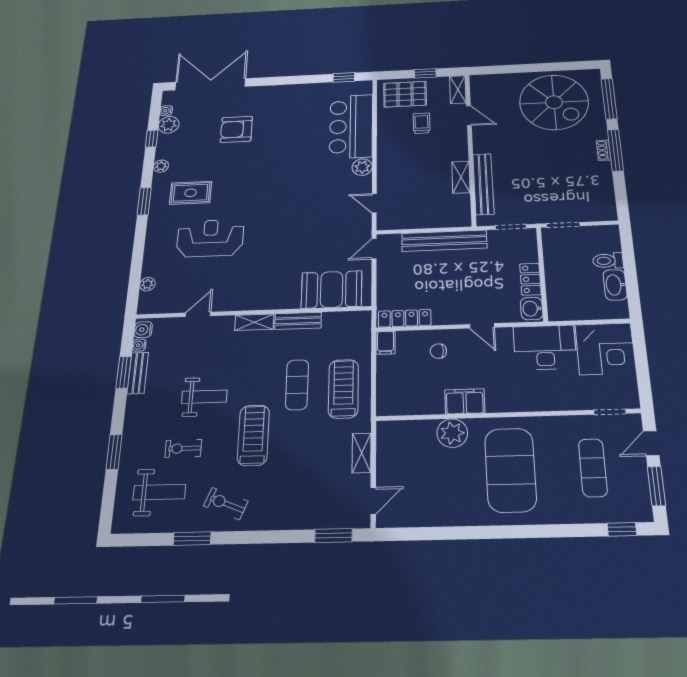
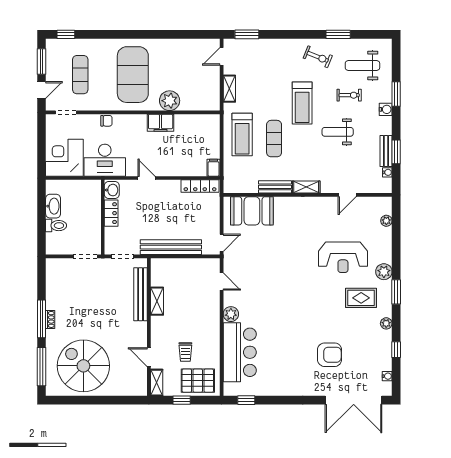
plant: (169, 125) -> (384, 272), moved
water cooler: (143, 330) -> (386, 109), moved
chair: (438, 351) -> (106, 121), moved

